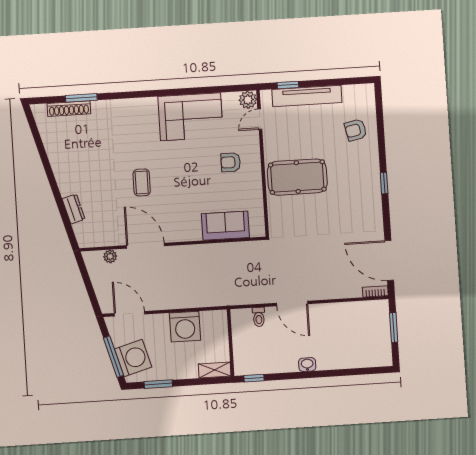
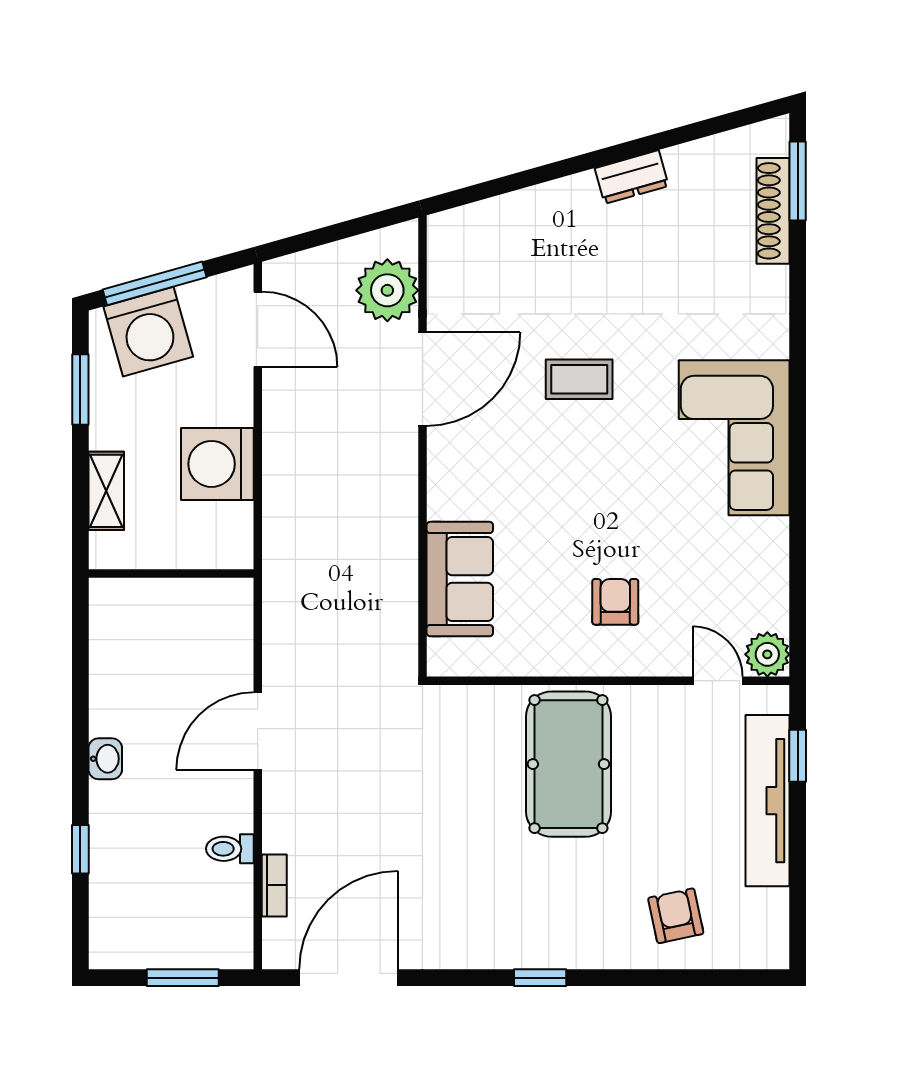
window: (81, 98) -> (798, 181), moved
corner sofa: (191, 117) -> (734, 438), moved
dresser: (74, 209) -> (632, 177), moved
plant: (110, 256) -> (387, 290), width x1.88, depth x1.88
bookcase: (375, 291) -> (274, 885), moved
door: (129, 314) -> (258, 329), hinge flipped
toilet: (259, 317) -> (230, 849), moved
shelving: (215, 370) -> (106, 491), moved
window: (254, 378) -> (80, 849), moved

